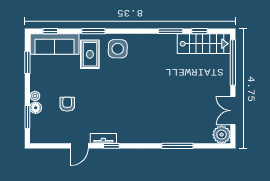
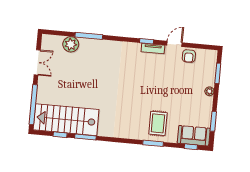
sofa: (55, 44) -> (194, 136), width x0.73
stairs: (204, 44) -> (66, 120), width x1.36, depth x1.51
side table: (118, 49) -> (133, 126), removed
armchair: (67, 104) -> (189, 56), moved
floor lamp: (36, 108) -> (210, 81), removed
plant: (222, 135) -> (71, 44), moved

